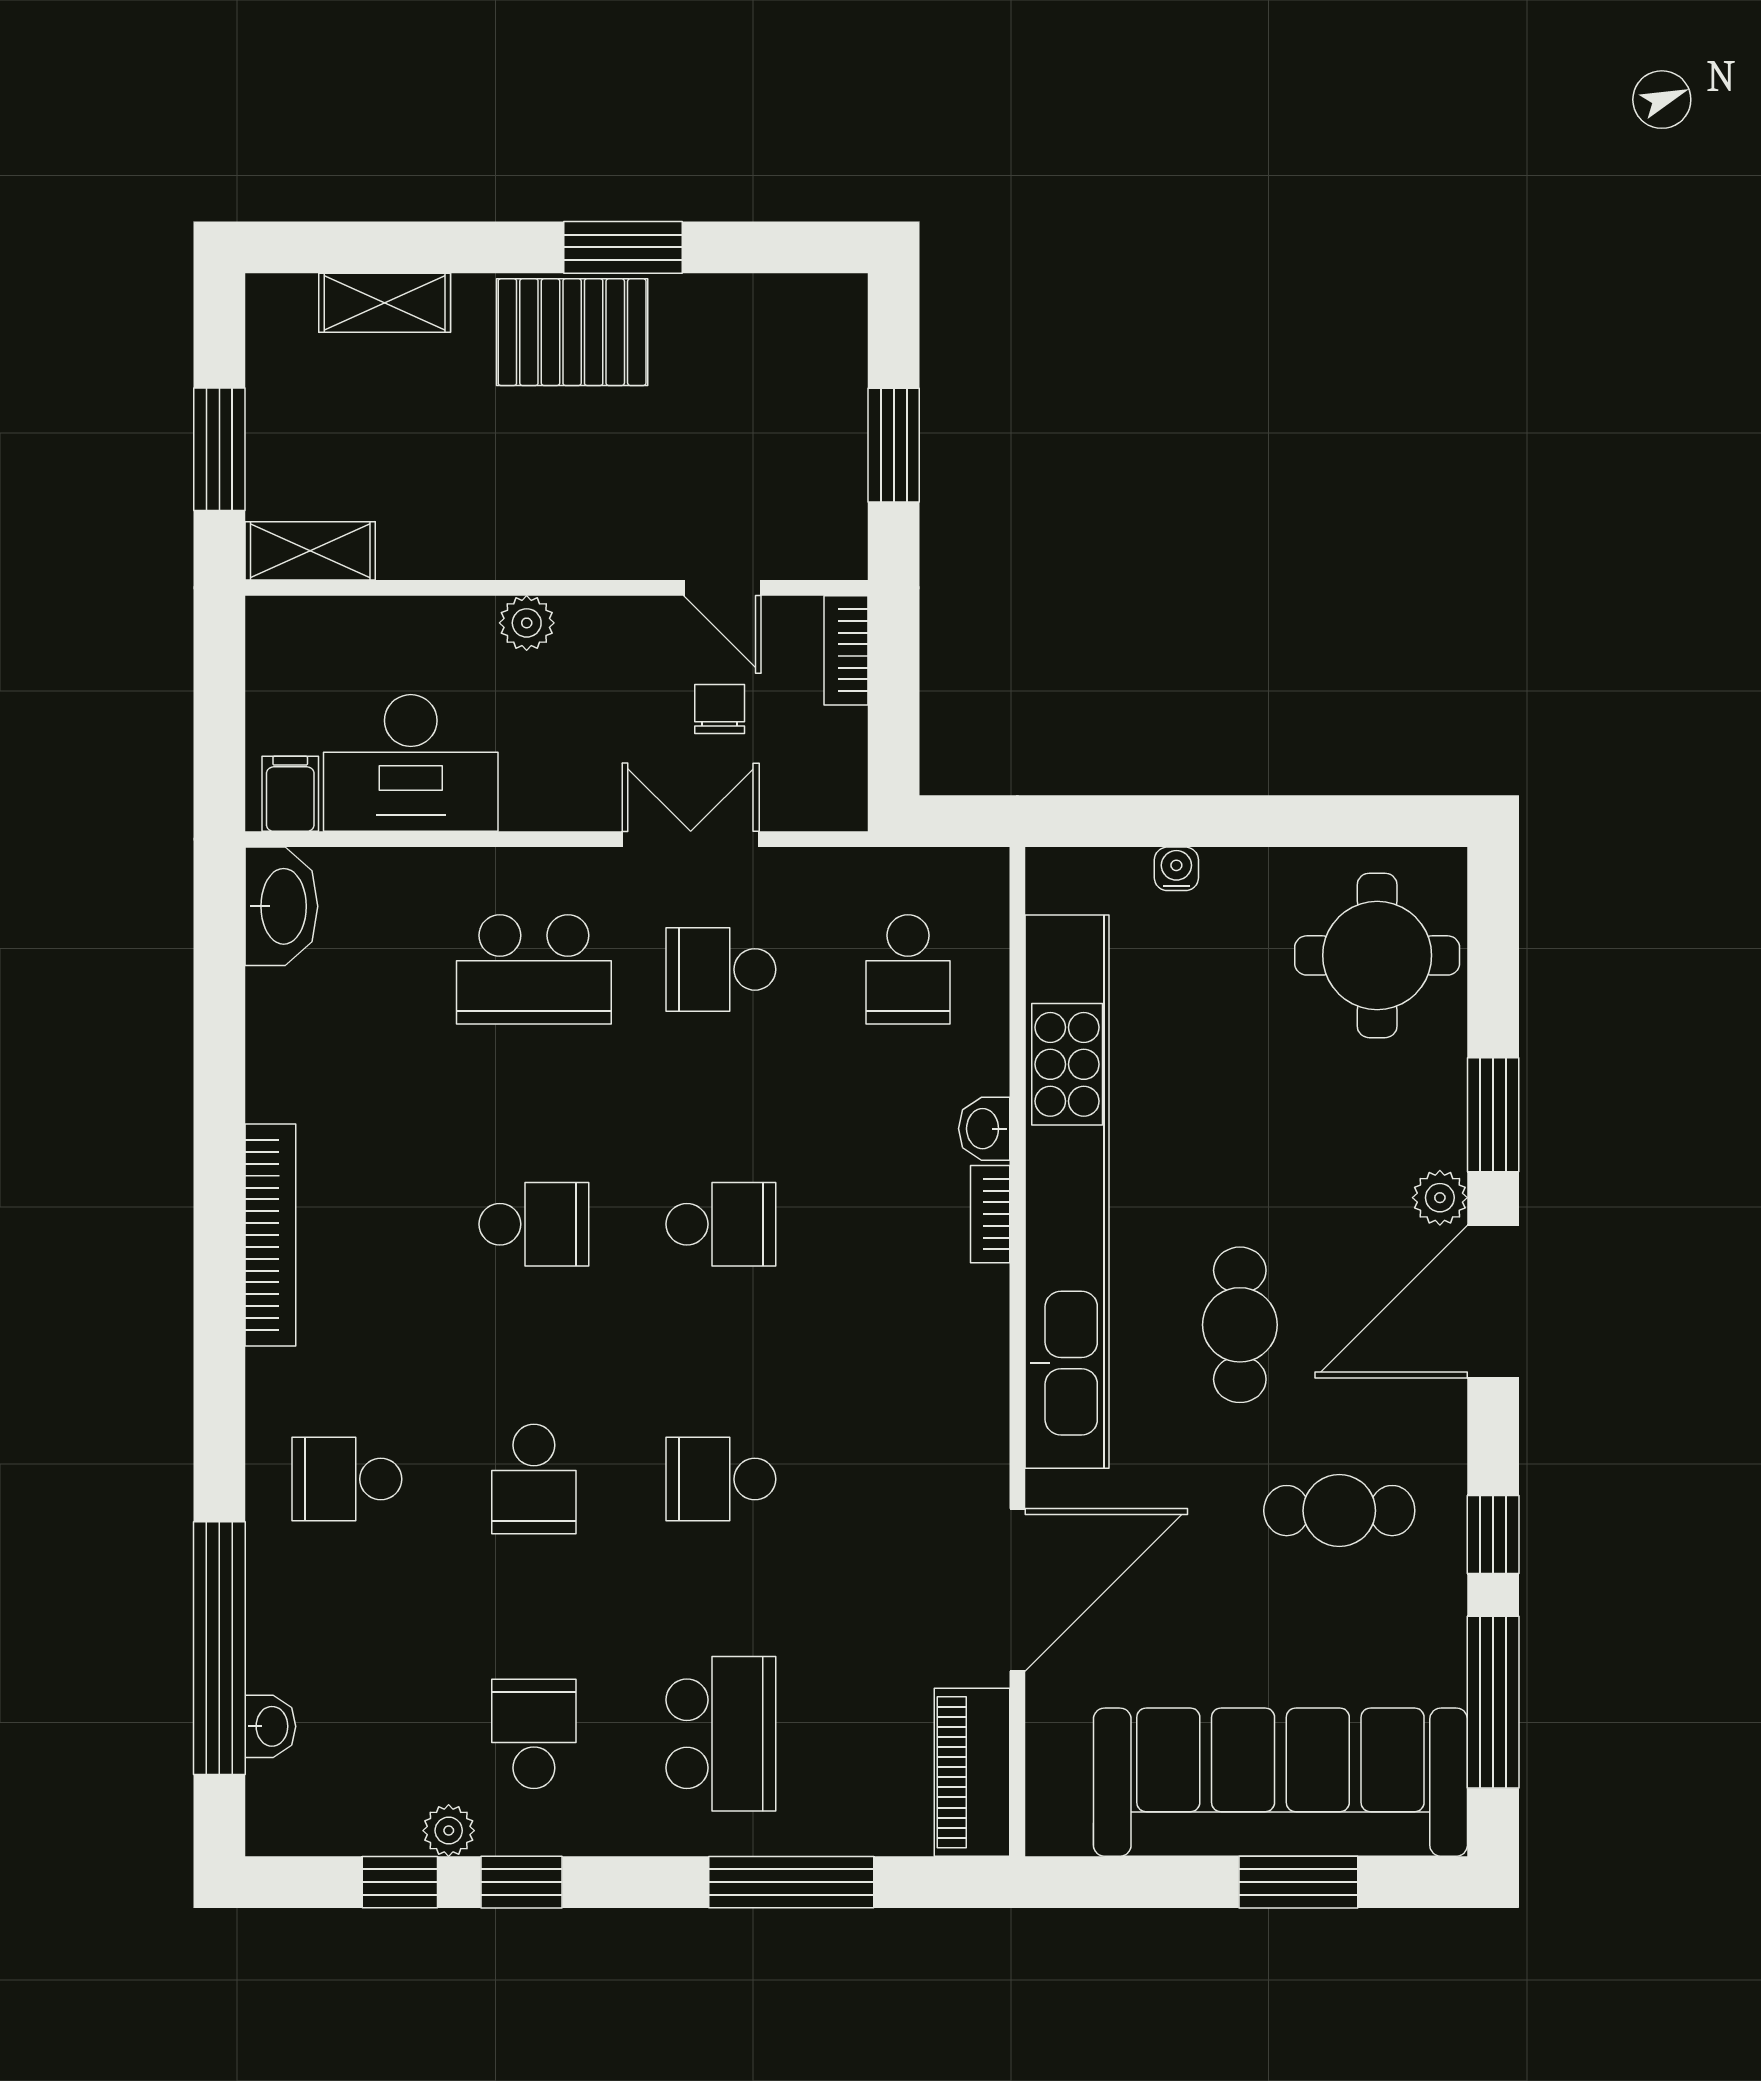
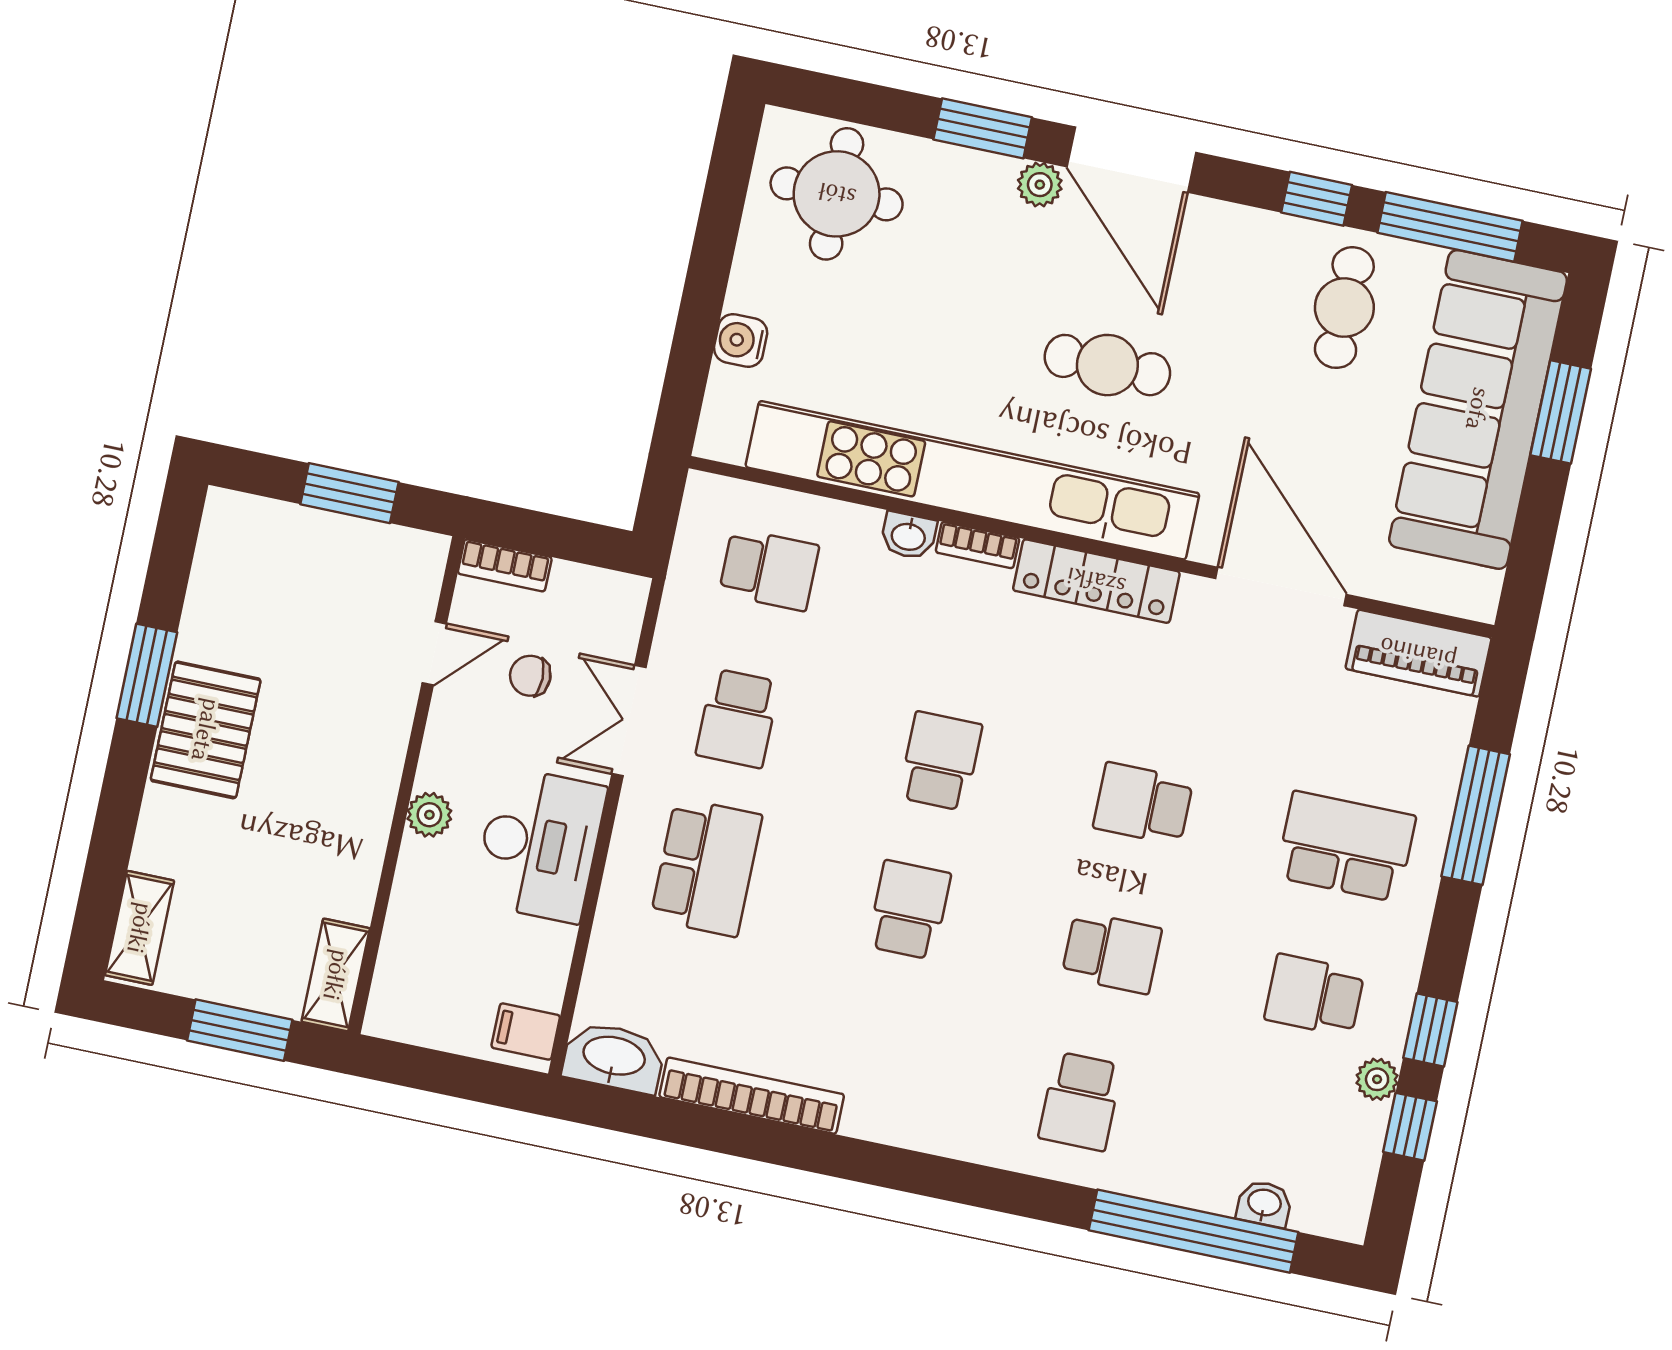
shelving: (385, 303) -> (140, 928), moved
desk: (411, 763) -> (539, 845), moved
water cooler: (1176, 869) -> (741, 340), width x1.38, depth x1.38
bookcase: (270, 1235) -> (752, 1096), moved
locker: (977, 1366) -> (1096, 581), added
school desk: (721, 1479) -> (1143, 804), turned 90
cafe table: (1339, 1511) -> (1344, 308), moved

